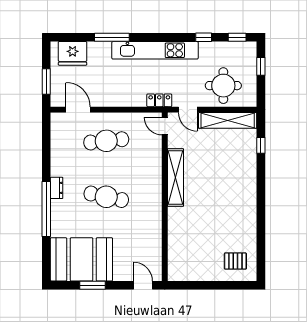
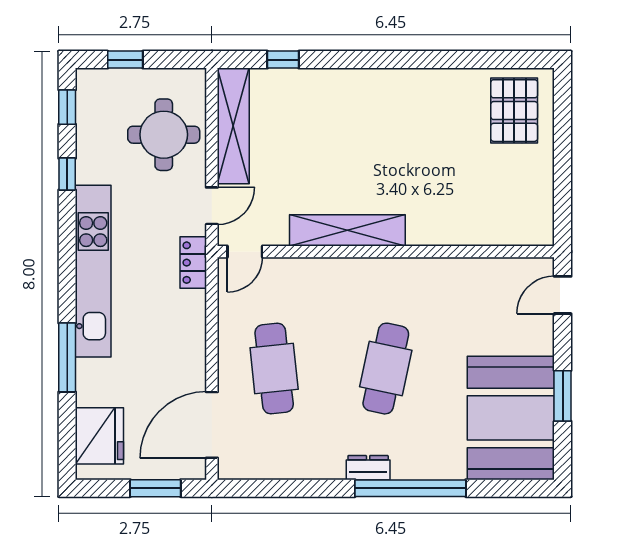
door: (78, 110) -> (212, 425), width x1.36
pallet: (235, 261) -> (514, 111), width x1.50, depth x1.42

